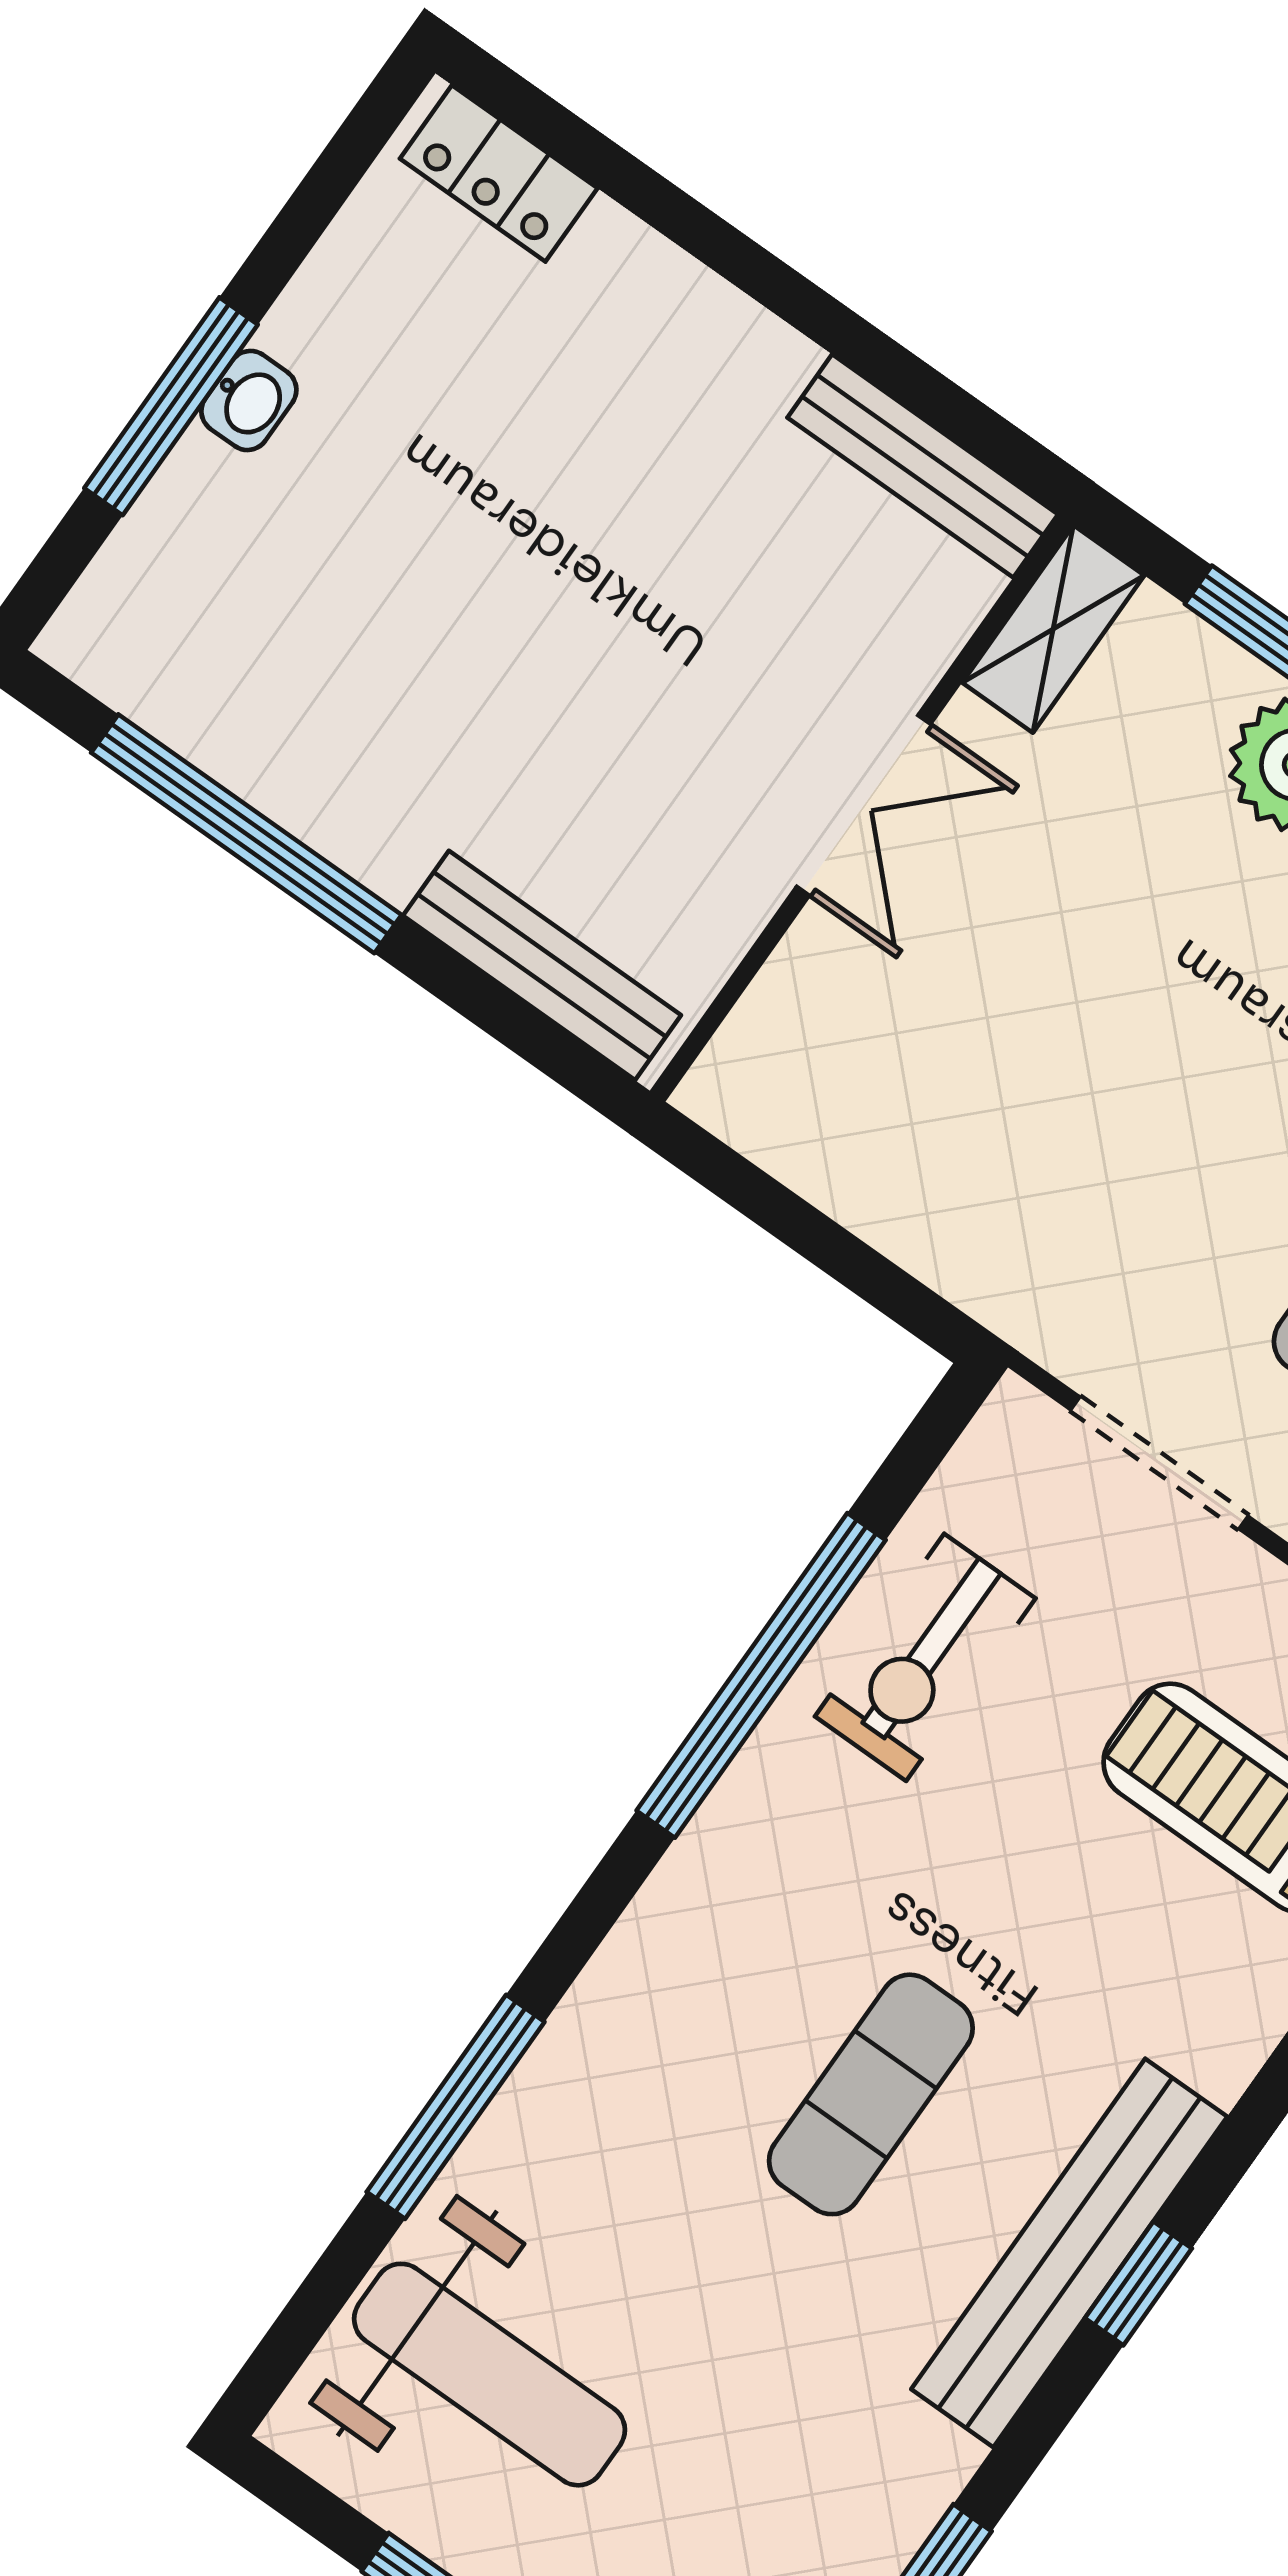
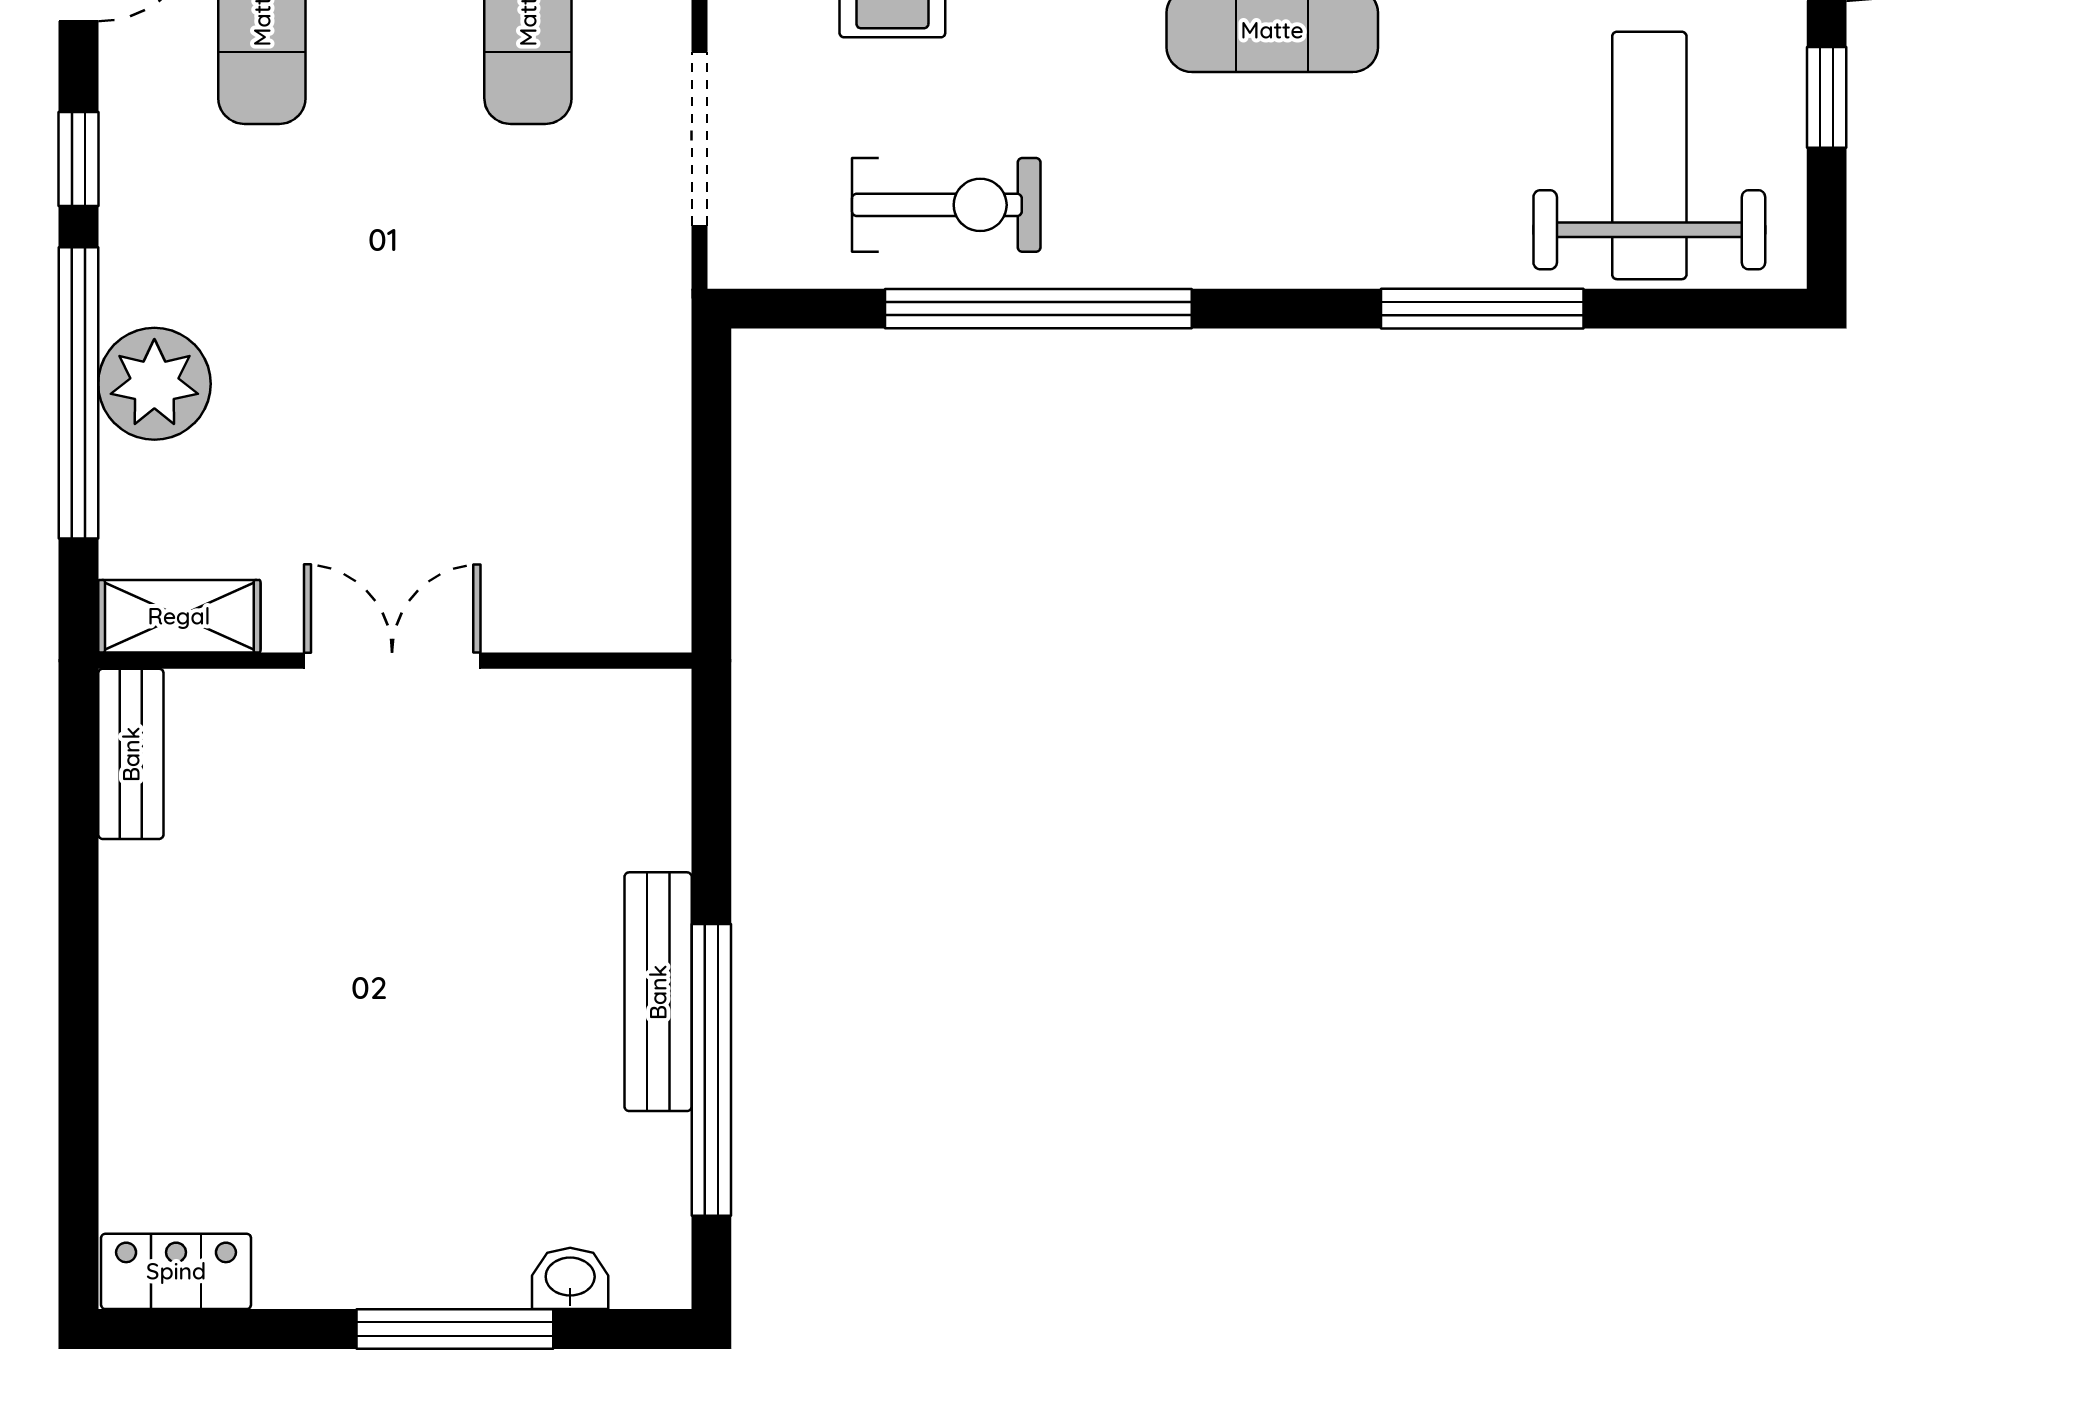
locker: (499, 173) -> (176, 1271), moved, turned -90
washbasin: (249, 400) -> (570, 1278), moved
bench: (923, 466) -> (131, 754), width x0.73
bench: (542, 965) -> (658, 992), moved

